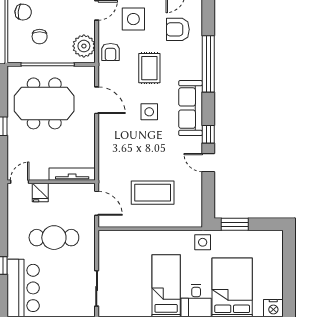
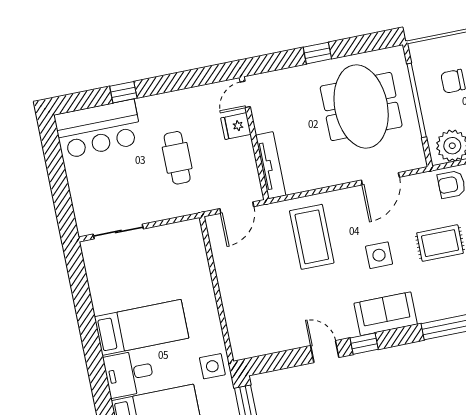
sofa: (191, 108) -> (386, 314), width x0.73
door: (208, 163) -> (325, 352), hinge flipped
door: (20, 182) -> (245, 94), swing flipped
coffee table: (153, 193) -> (312, 237), moved
cafe table: (54, 238) -> (177, 158), width x0.73, depth x0.74

